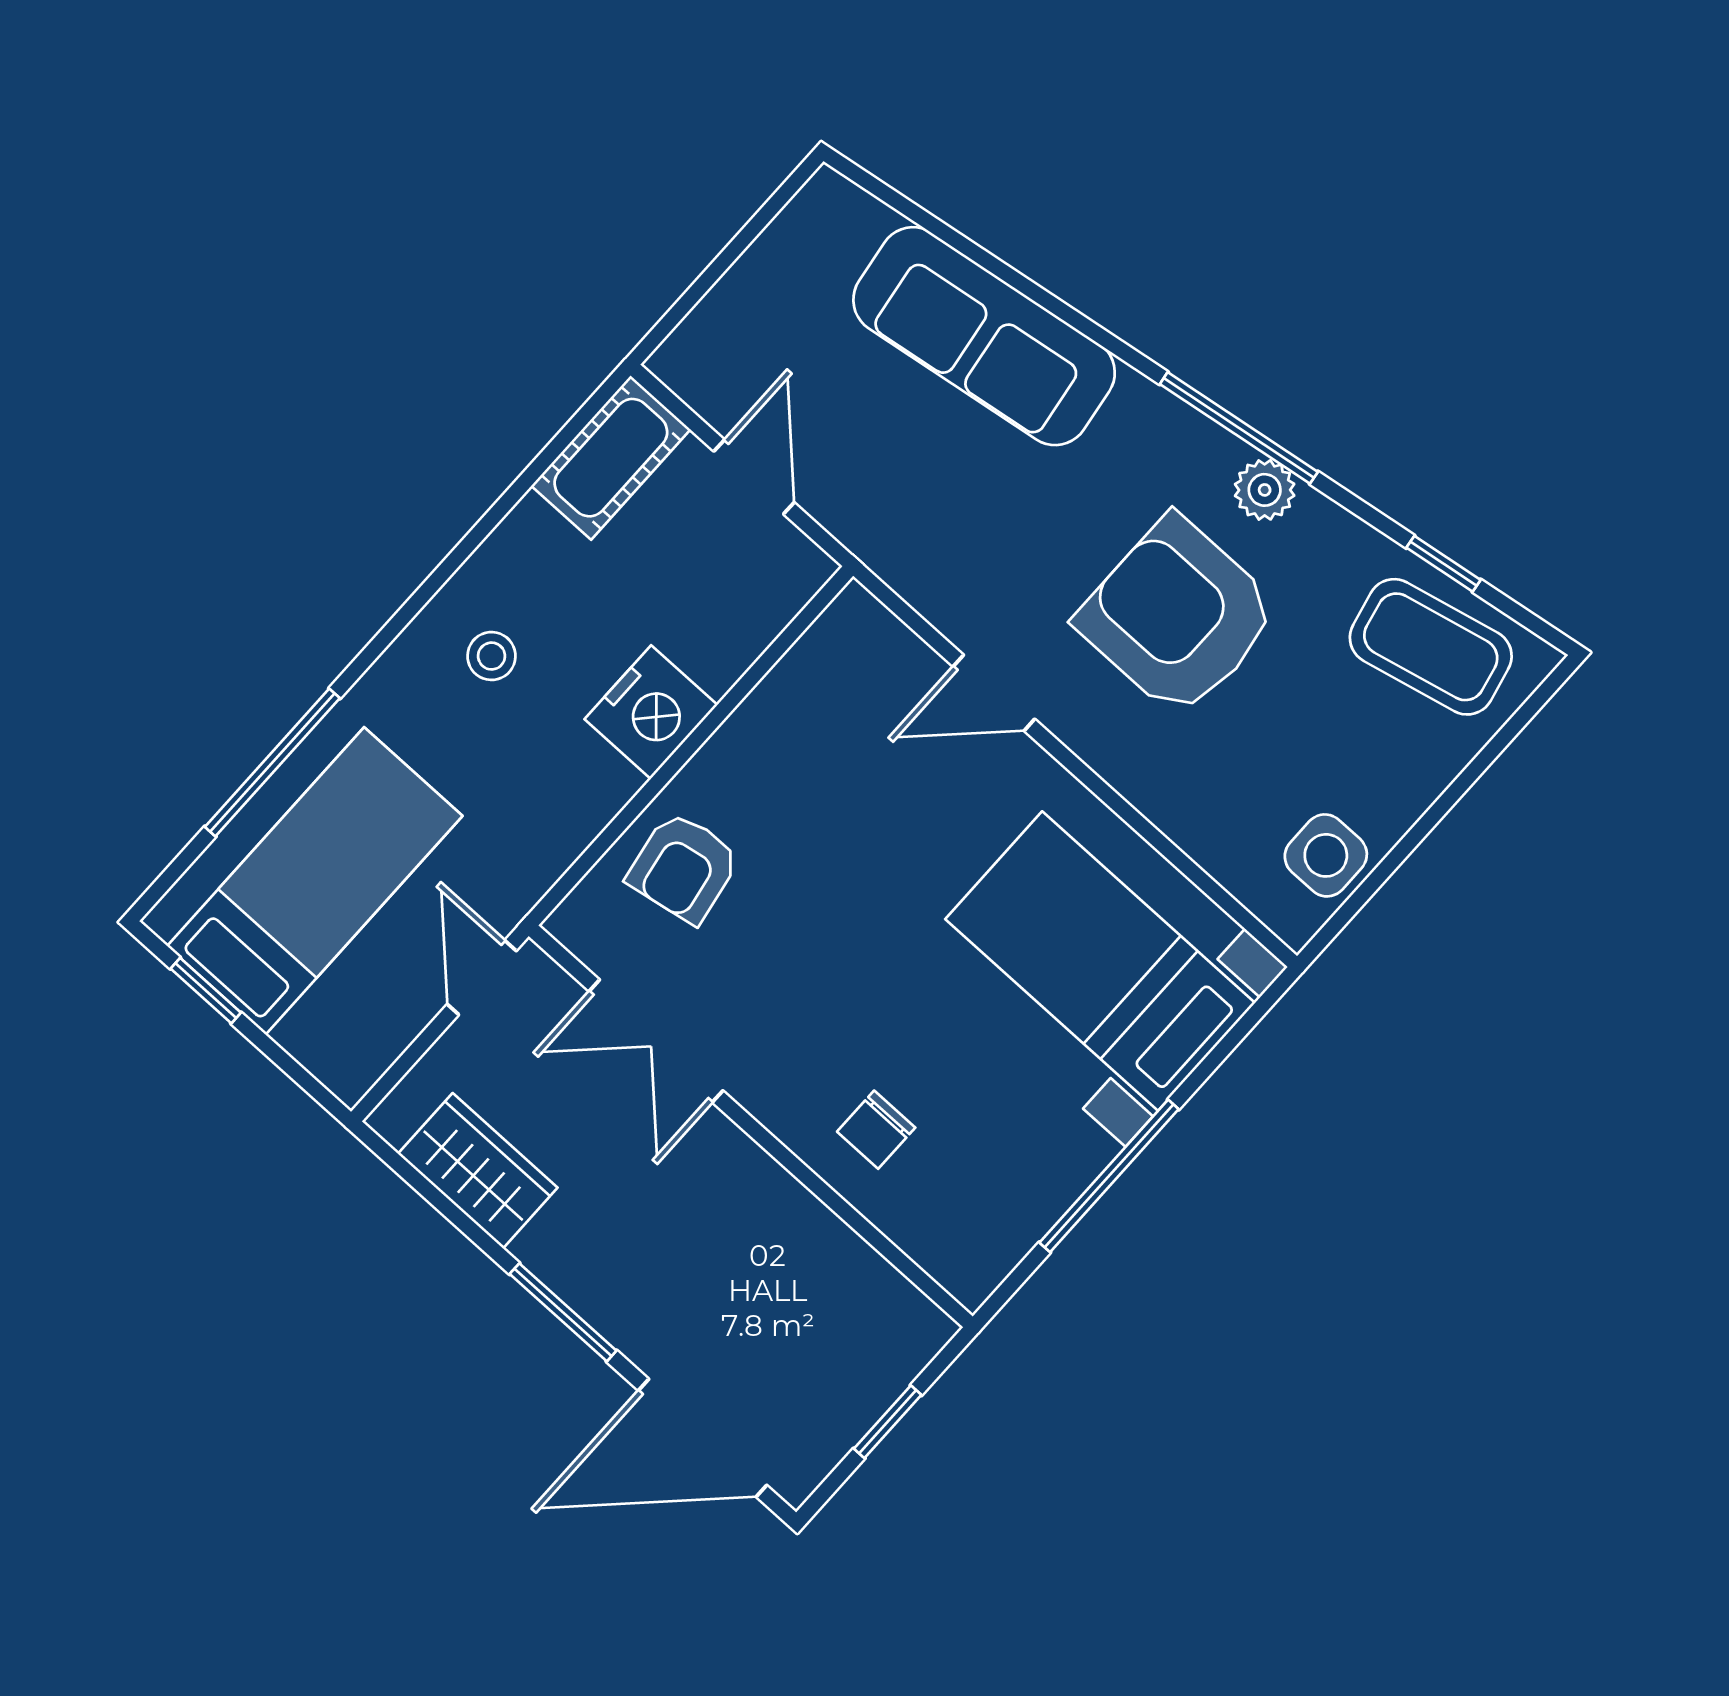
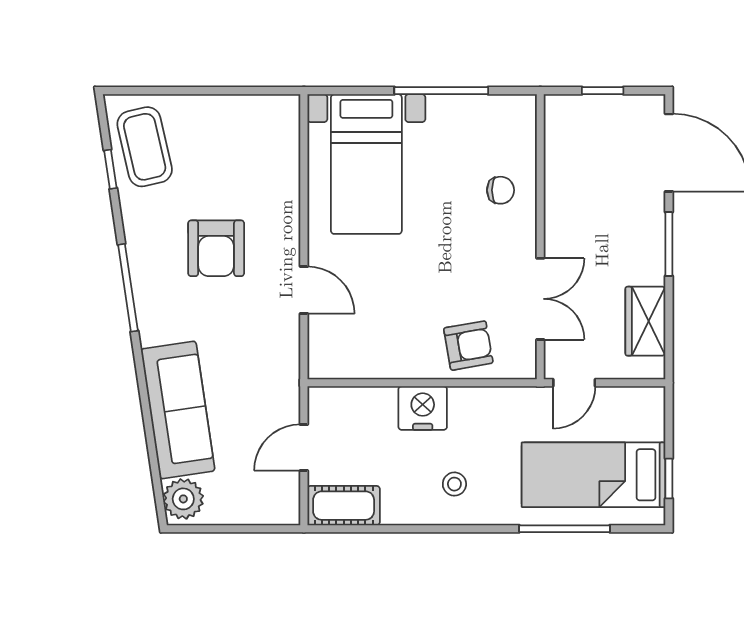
plant: (1265, 490) -> (183, 499), moved, width x1.38, depth x1.38
armchair: (1178, 616) -> (216, 248), width x0.73, depth x0.73
side table: (1326, 855) -> (254, 117), removed

